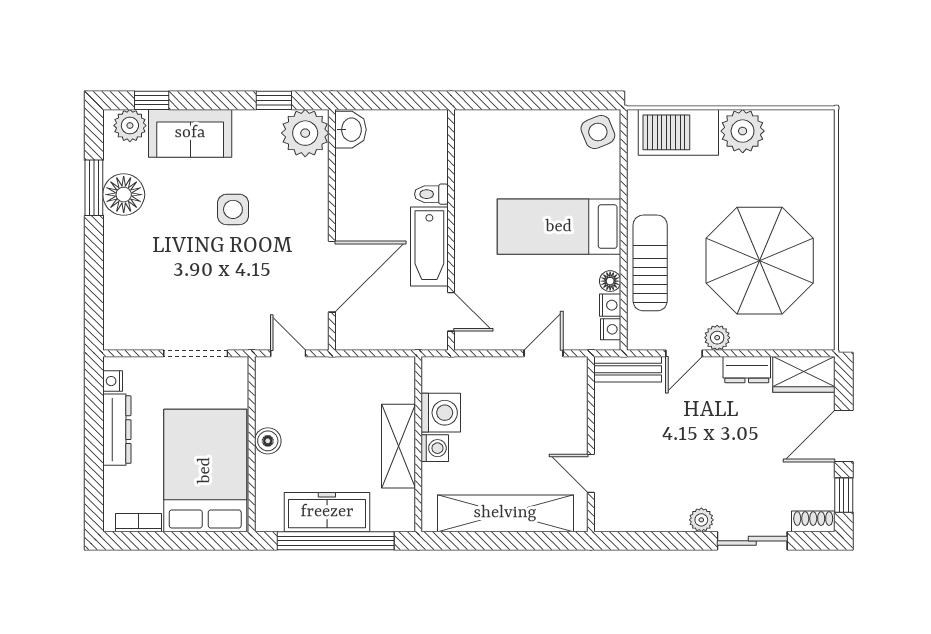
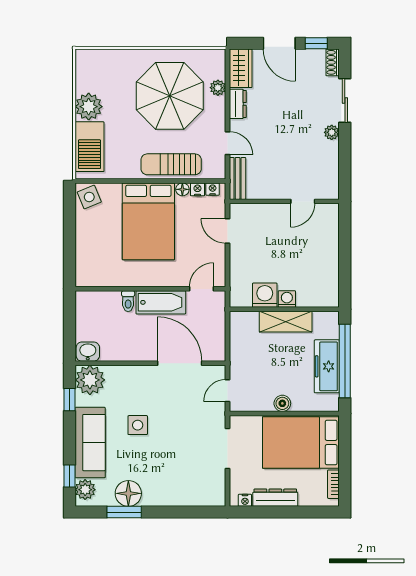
sofa: (190, 133) -> (90, 443), width x1.36
bed: (559, 227) -> (148, 221), width x1.50
plant: (717, 338) -> (218, 88), moved
shelving: (505, 513) -> (328, 255), removed

